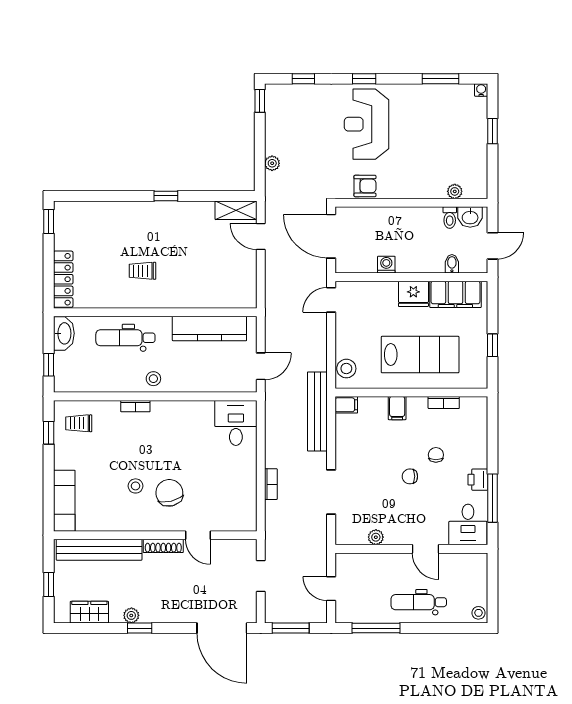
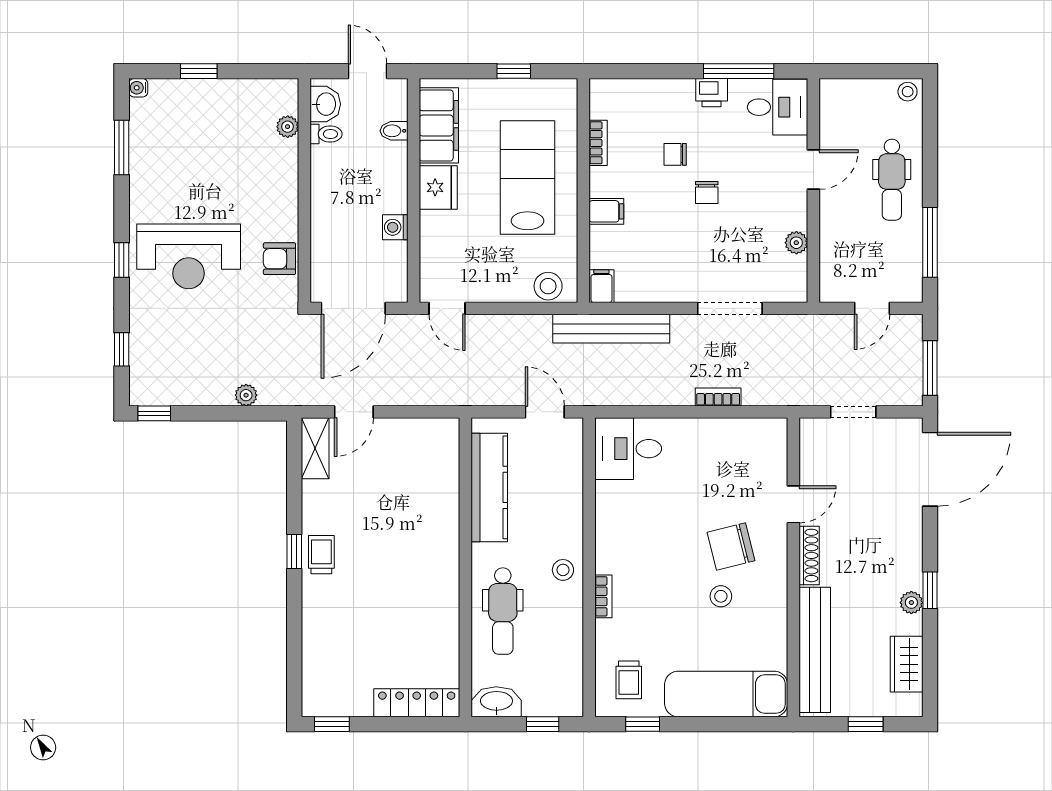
armchair: (365, 186) -> (279, 259), turned -90
trolley: (142, 271) -> (321, 555), moved, turned 180
exam couch: (64, 501) -> (726, 694), width x1.36, depth x1.45

